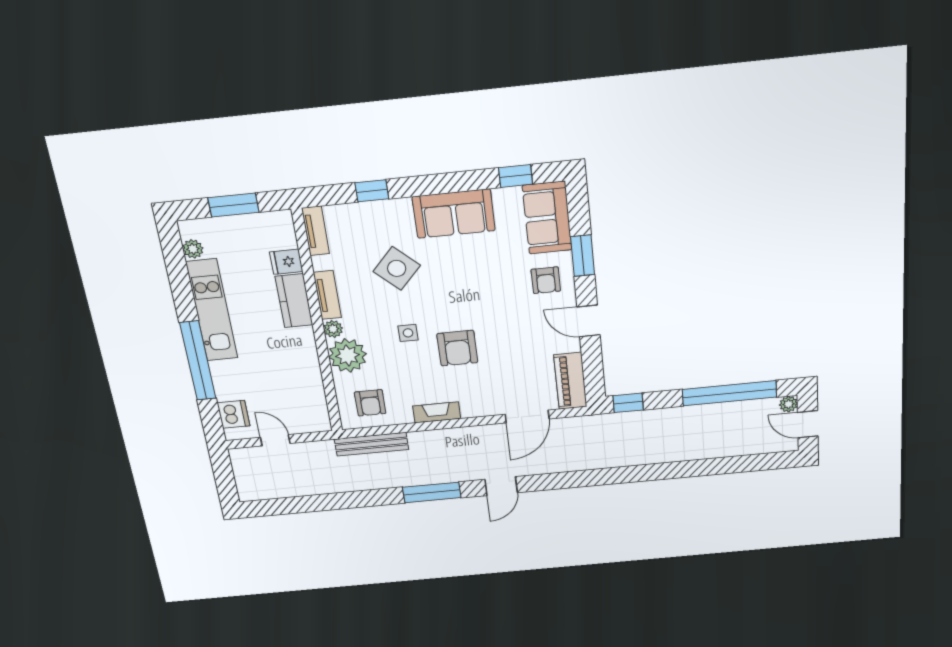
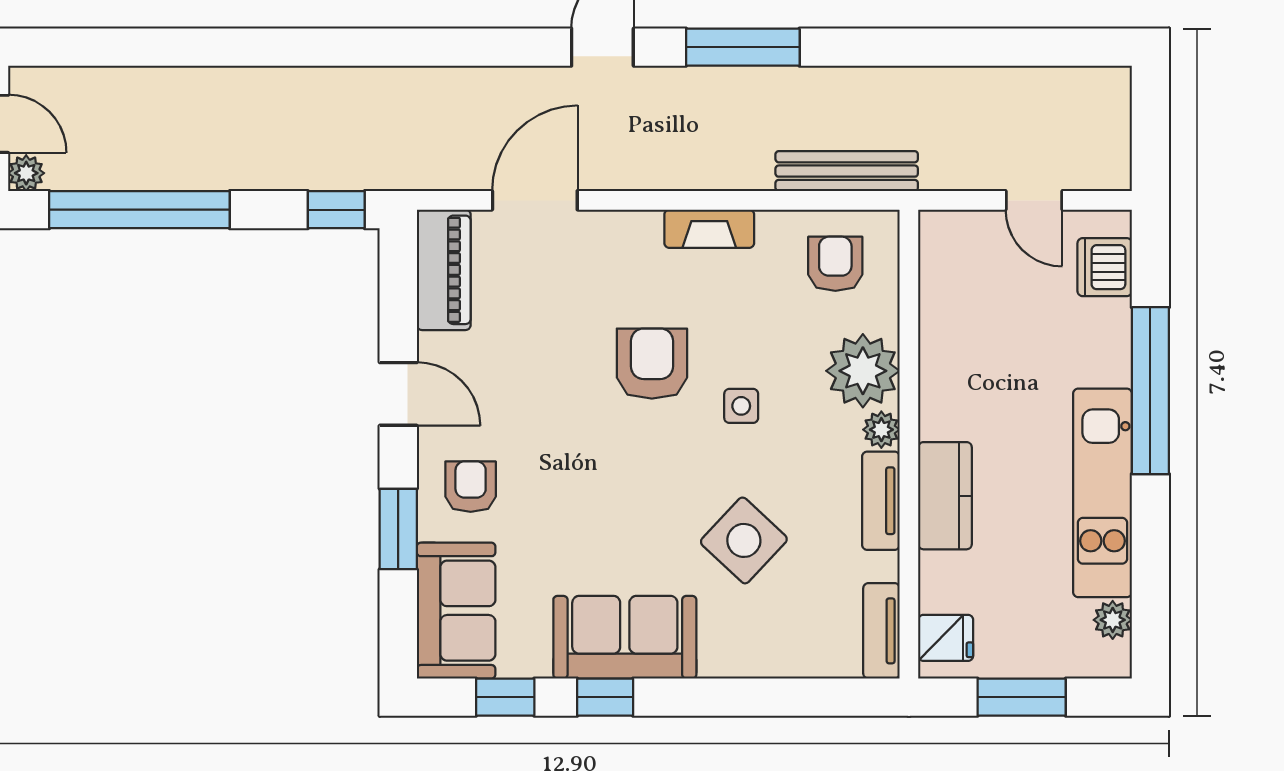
window: (372, 191) -> (605, 697), moved
fridge: (286, 262) -> (946, 638), moved

